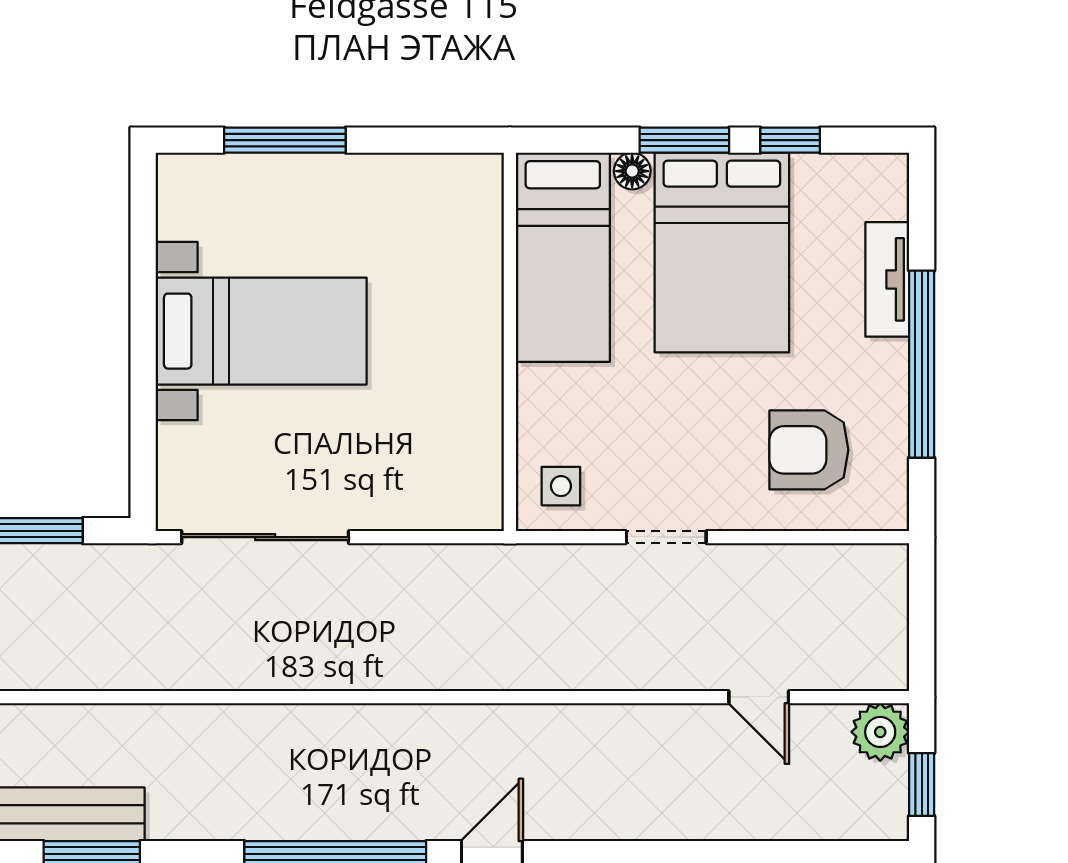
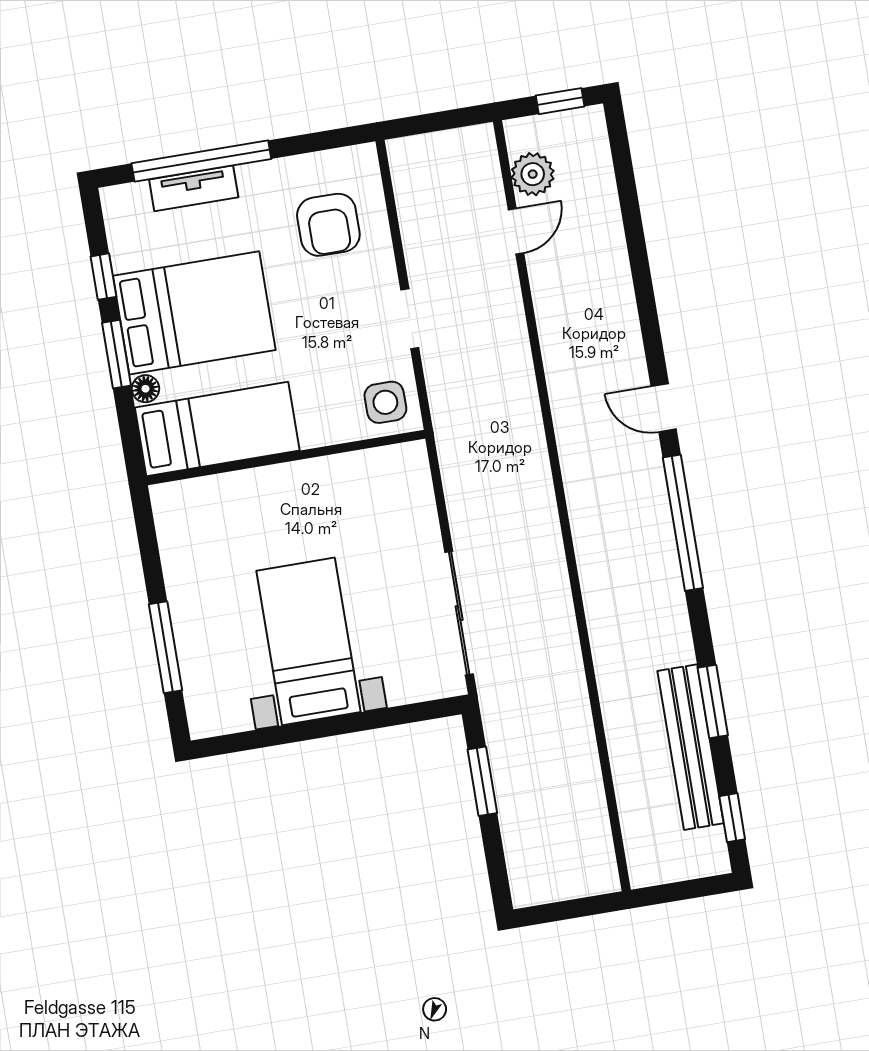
window: (922, 364) -> (201, 161), moved
side table: (561, 486) -> (385, 402), width x1.37, depth x1.37
plant: (880, 732) -> (533, 174), moved

